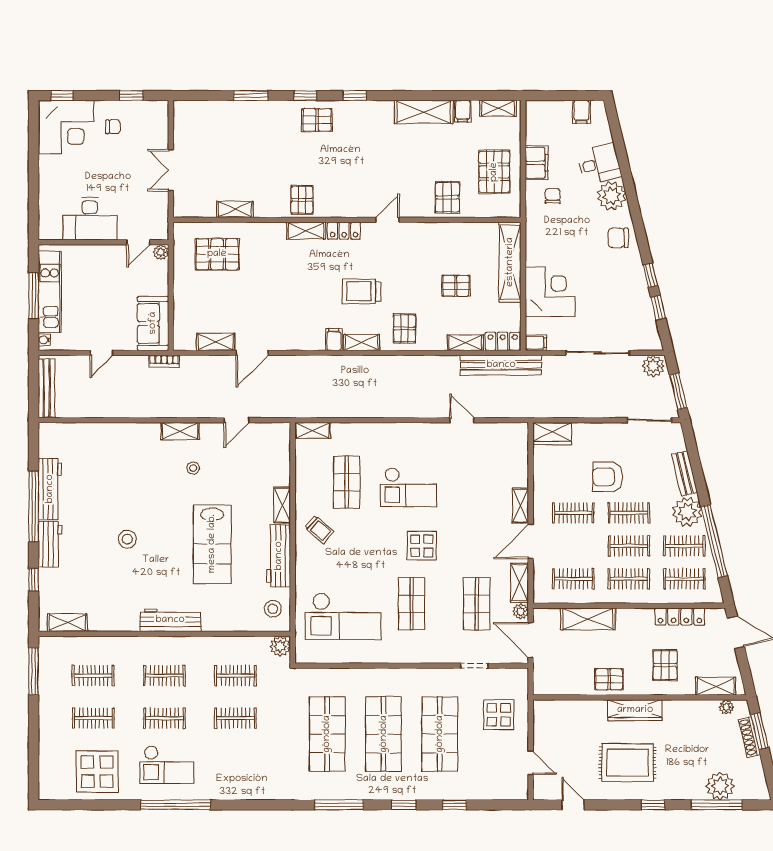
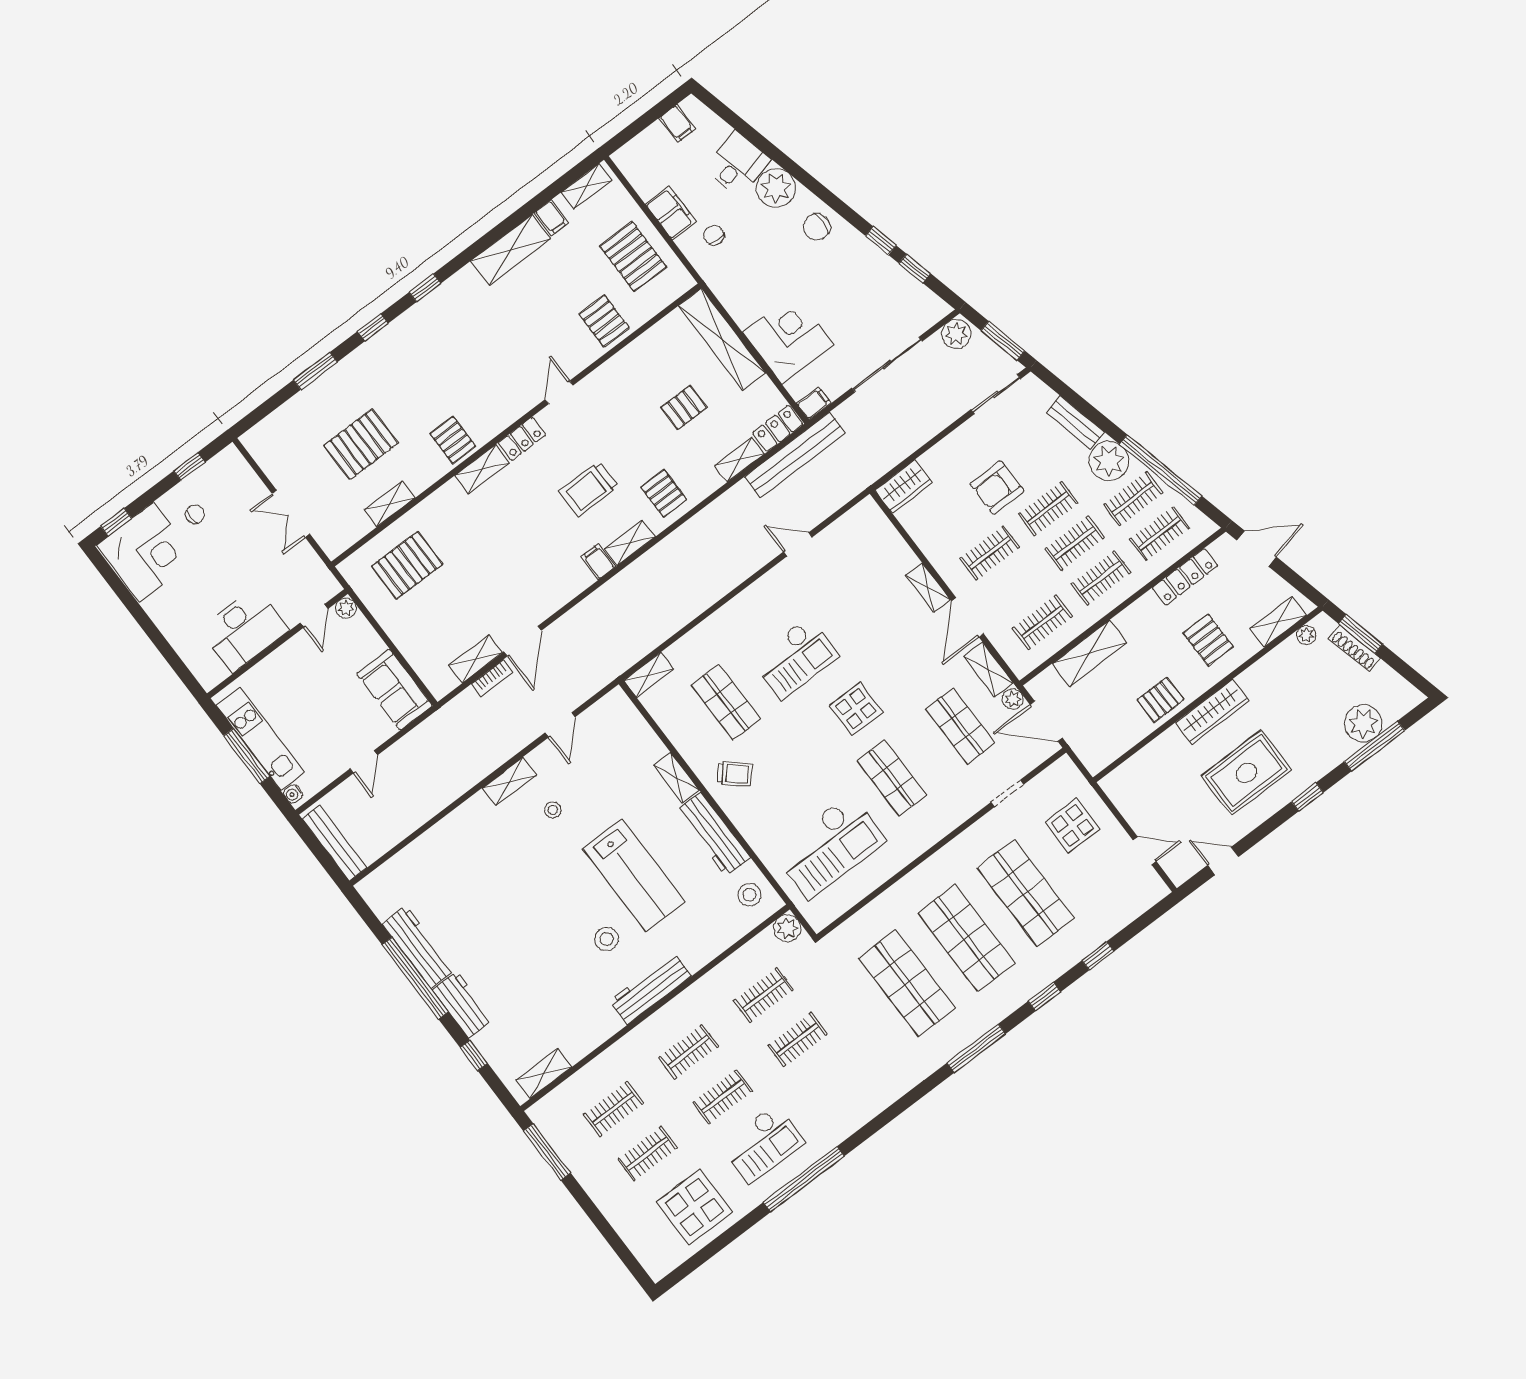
pallet: (317, 120) -> (361, 444), moved, width x1.50, depth x1.42
bookcase: (164, 361) -> (492, 678), moved
stool: (127, 539) -> (607, 939), moved

